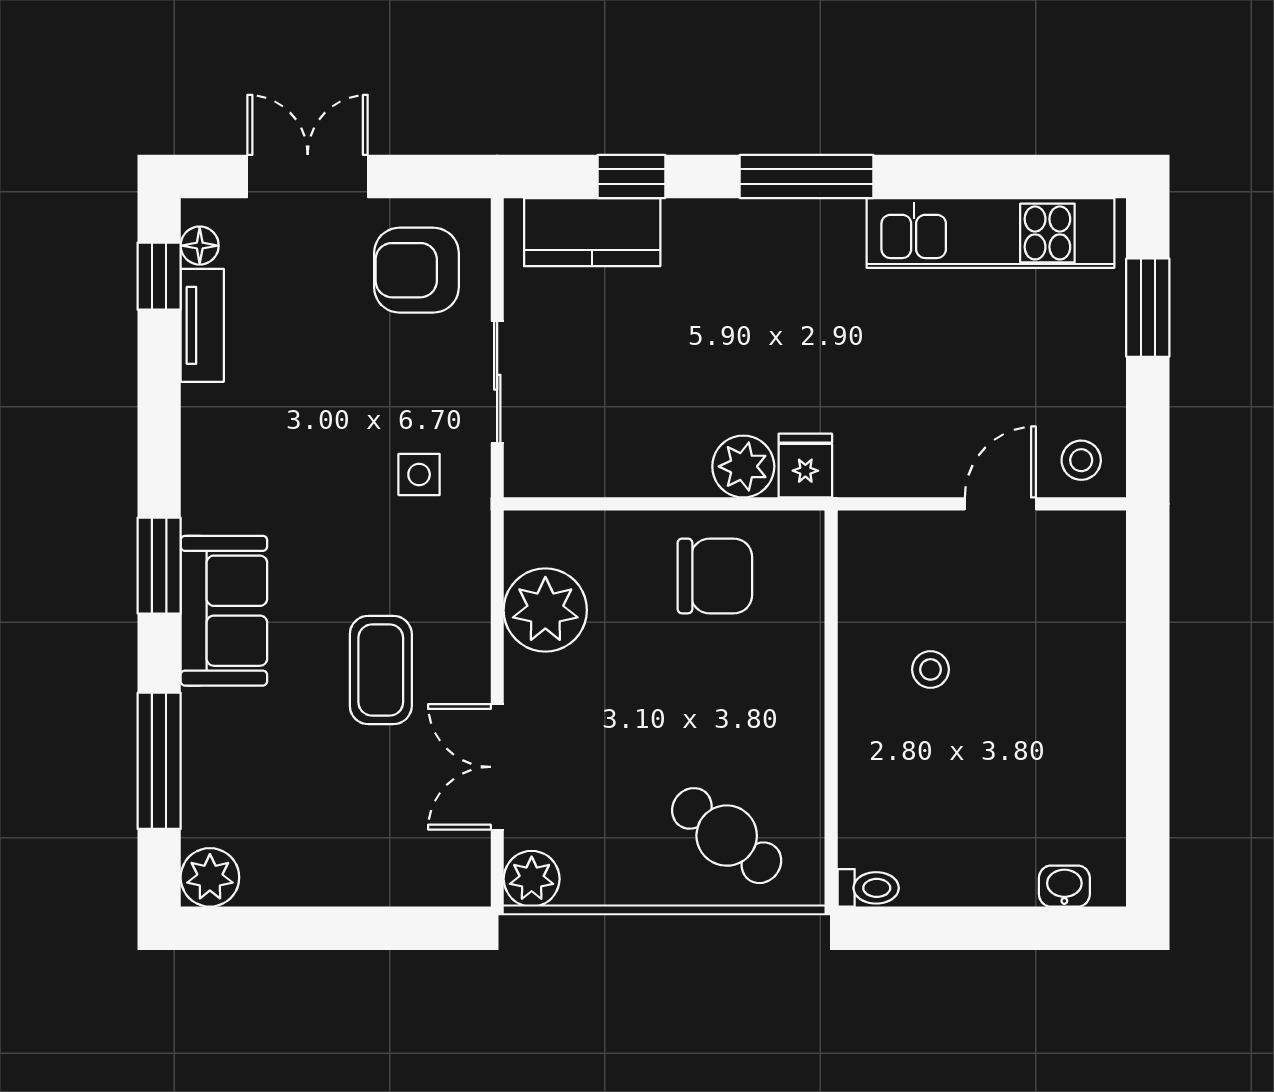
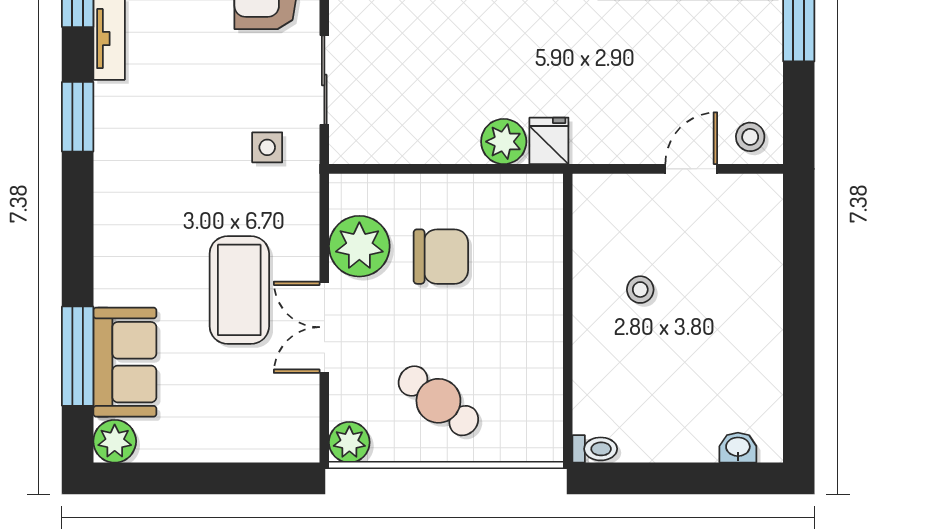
window: (159, 566) -> (78, 117), moved
chair: (715, 576) -> (441, 257), moved
sofa: (224, 611) -> (125, 362), moved
coffee table: (381, 670) -> (239, 290), width x1.36, depth x1.32
double door: (497, 767) -> (324, 327), moved
cafe table: (727, 836) -> (438, 401), moved

